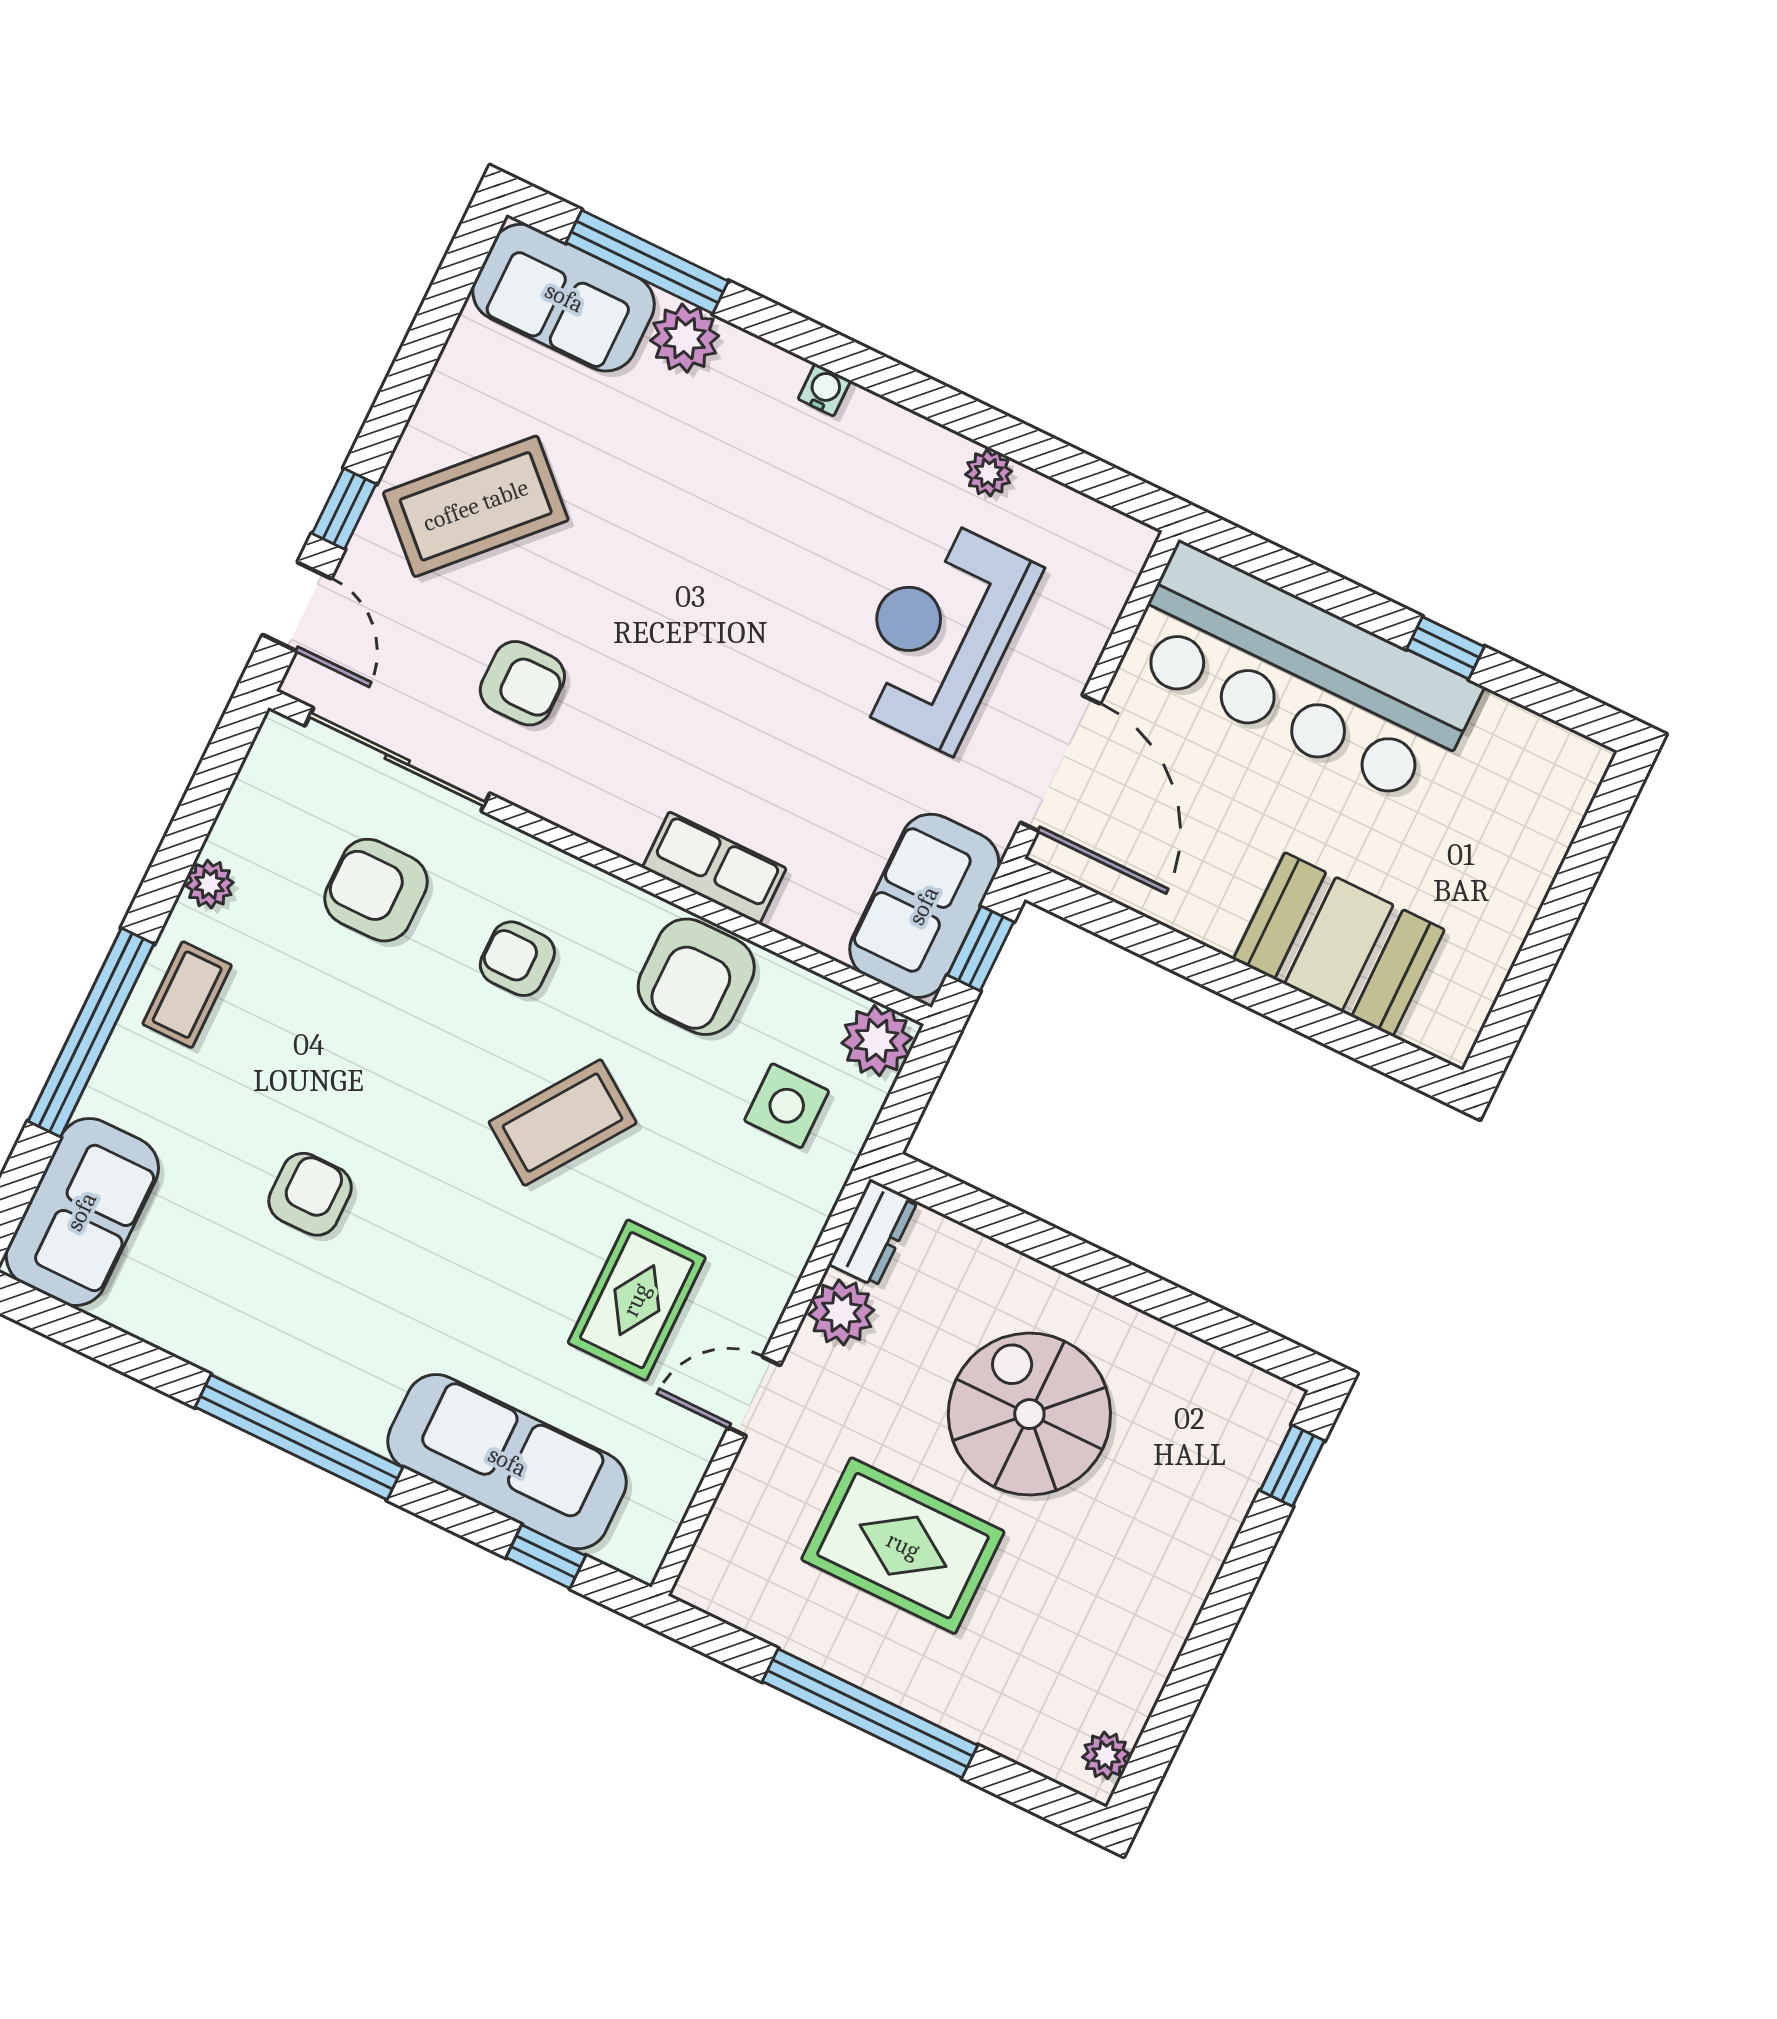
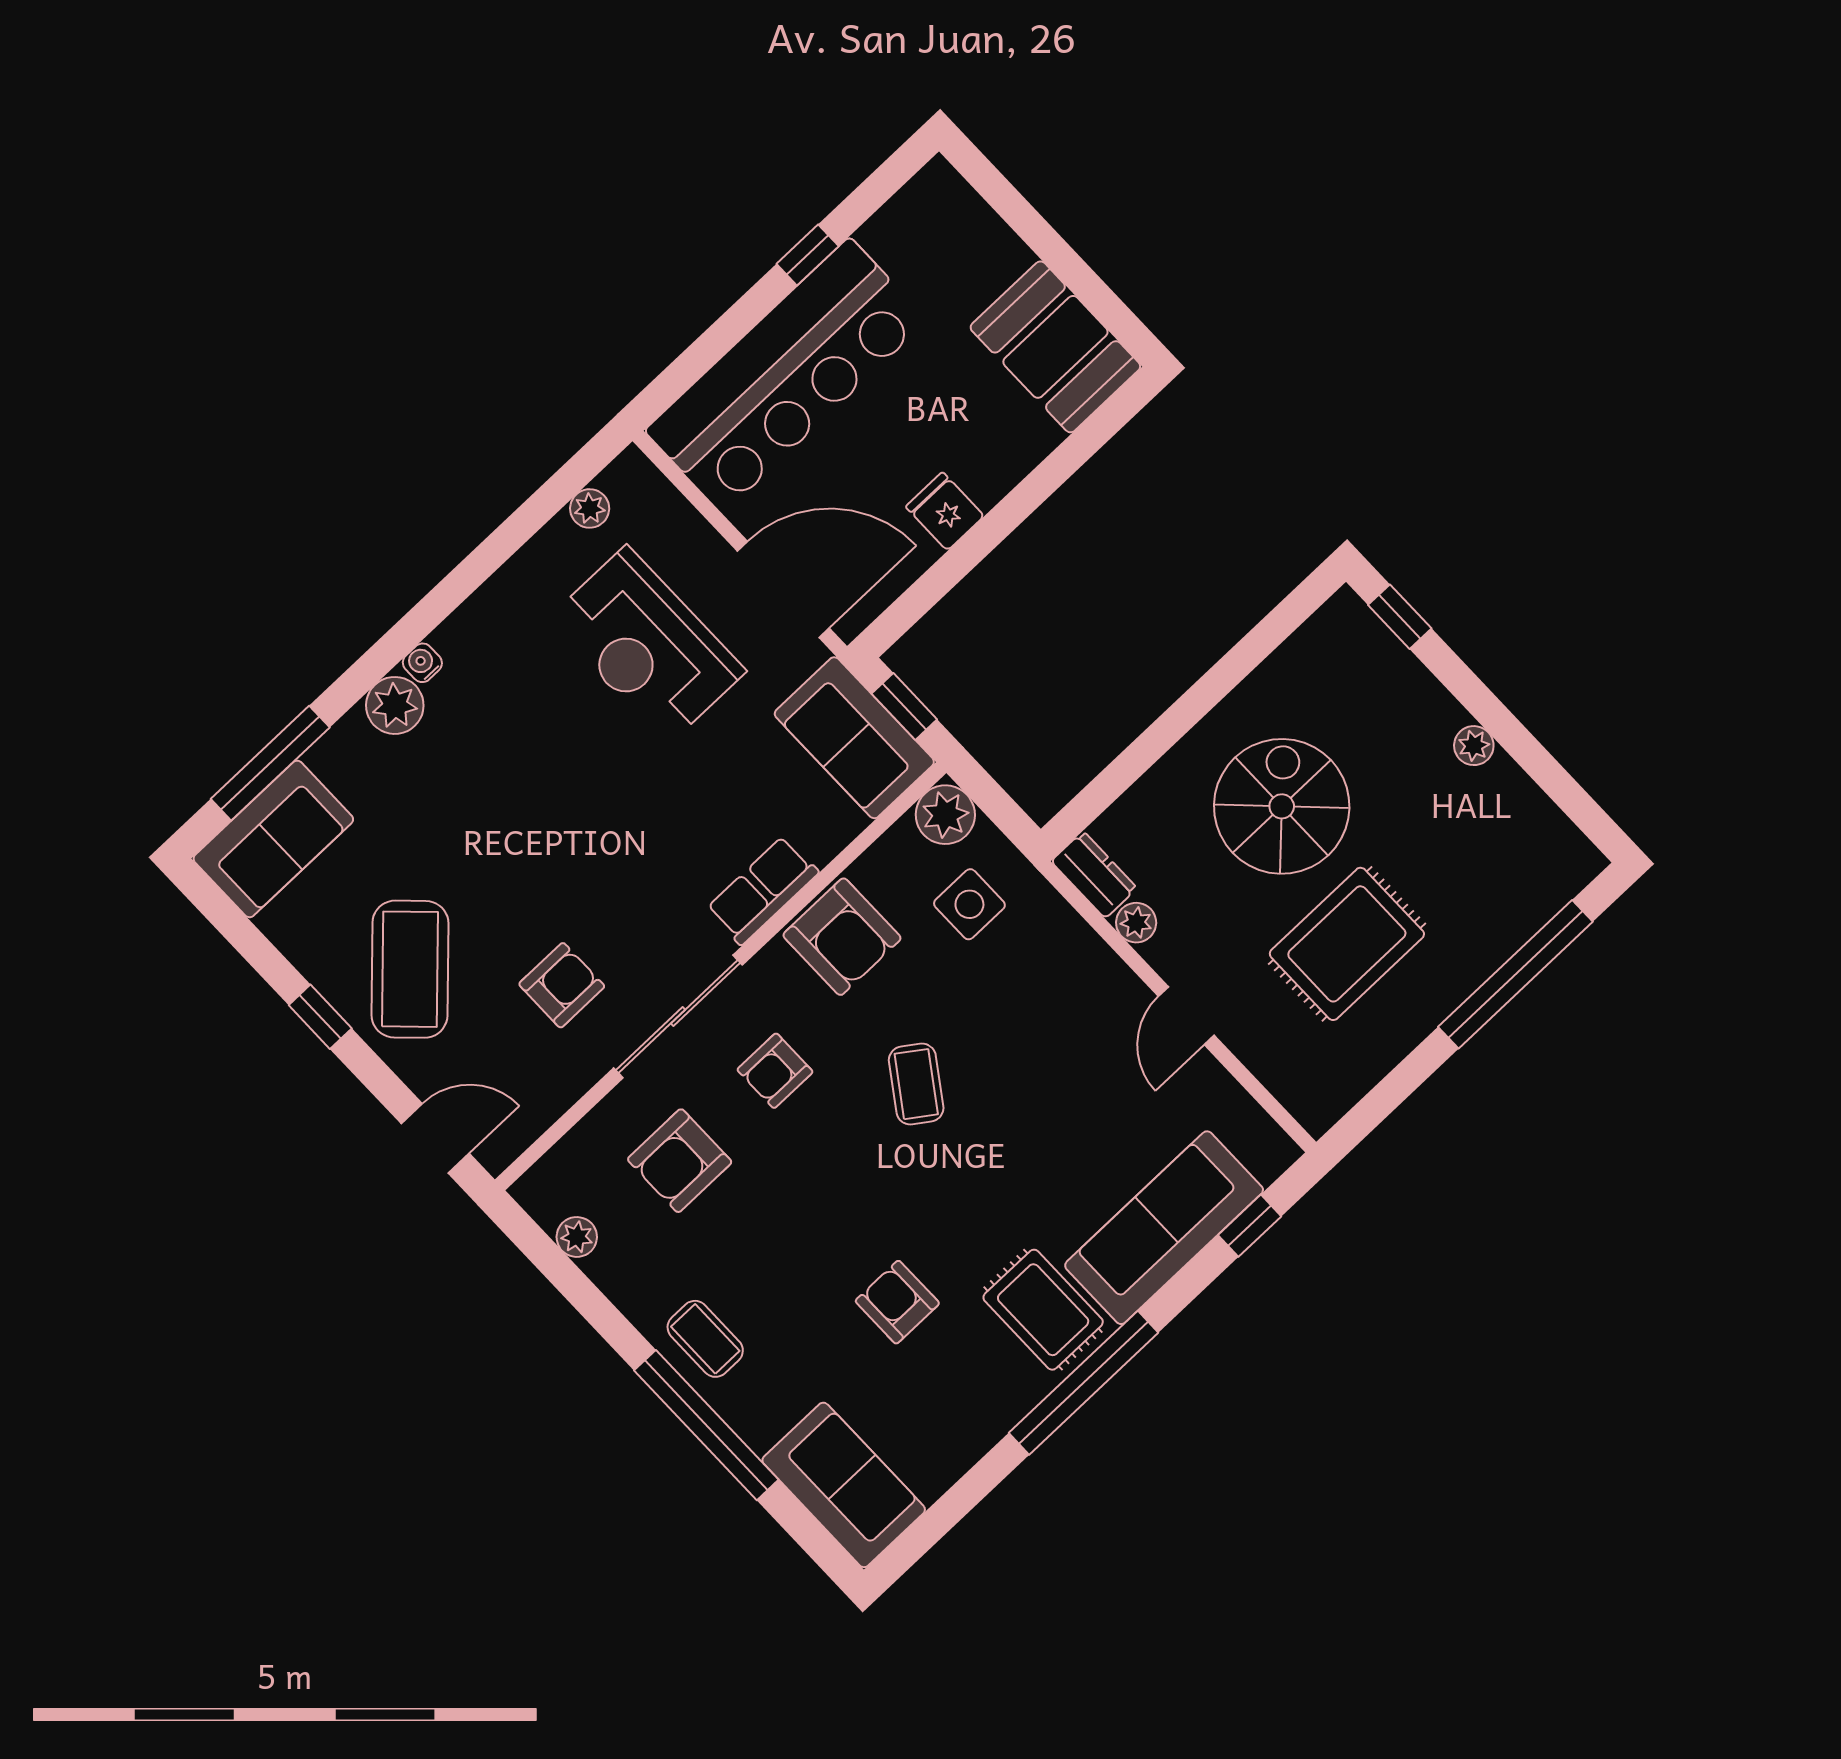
plant: (685, 338) -> (395, 705), moved
plant: (989, 473) -> (590, 508), moved
window: (344, 509) -> (320, 1017), moved
sliding door: (397, 759) -> (678, 1017), moved
plant: (209, 884) -> (577, 1237), moved
fridge: (1217, 911) -> (945, 511), added
booth: (1339, 944) -> (1055, 347), moved, turned 90
coffee table: (563, 1123) -> (916, 1084), width x0.73, depth x0.77
rug: (637, 1300) -> (1043, 1310), moved
plant: (841, 1312) -> (1136, 923), width x0.73, depth x0.73
spiral stairs: (1029, 1414) -> (1282, 806), turned 90
window: (870, 1713) -> (1515, 974), moved
plant: (1106, 1755) -> (1474, 746), moved

